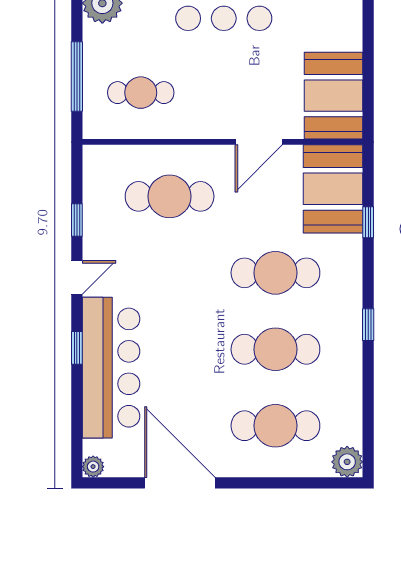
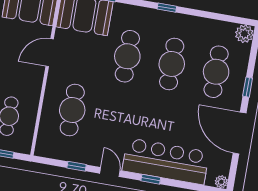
door: (259, 142) -> (50, 53), swing flipped
door: (180, 483) -> (240, 133), hinge flipped
window: (259, 483) -> (248, 87), added

